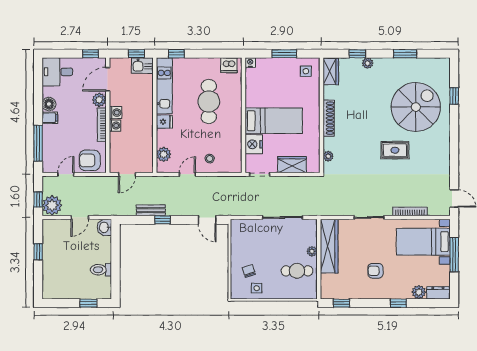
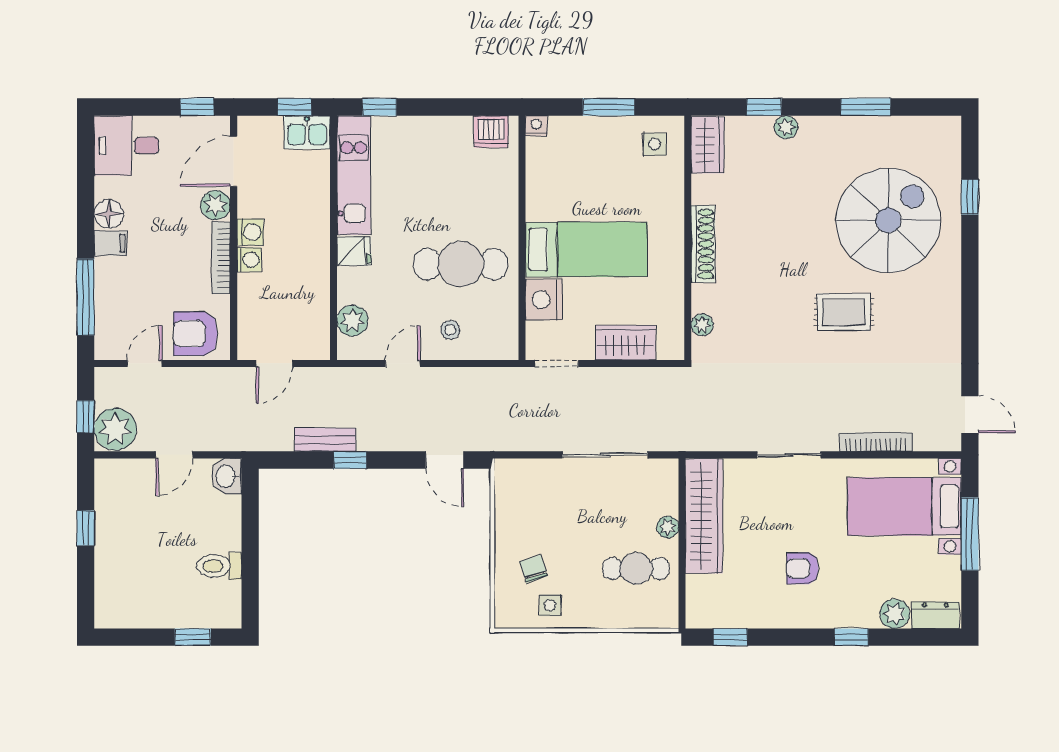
cafe table: (209, 102) -> (461, 264), moved, turned 90

